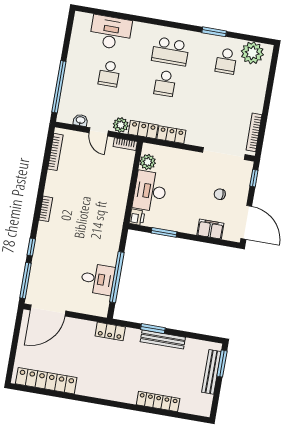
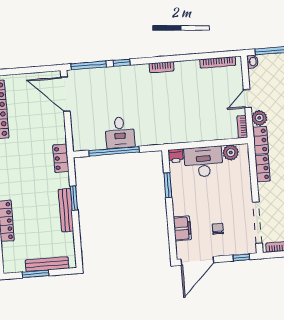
washbasin: (80, 120) -> (253, 62), moved
desk: (98, 279) -> (120, 133), moved
window: (222, 364) -> (36, 274), moved

